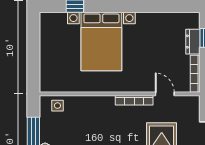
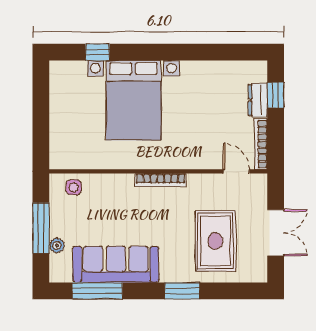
door: (165, 94) -> (236, 171), moved
bookcase: (134, 100) -> (161, 180), moved

